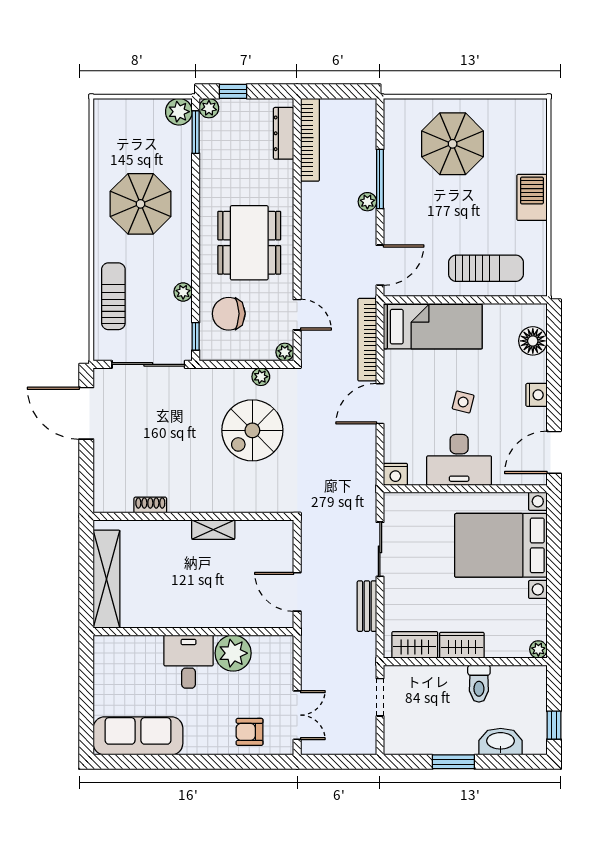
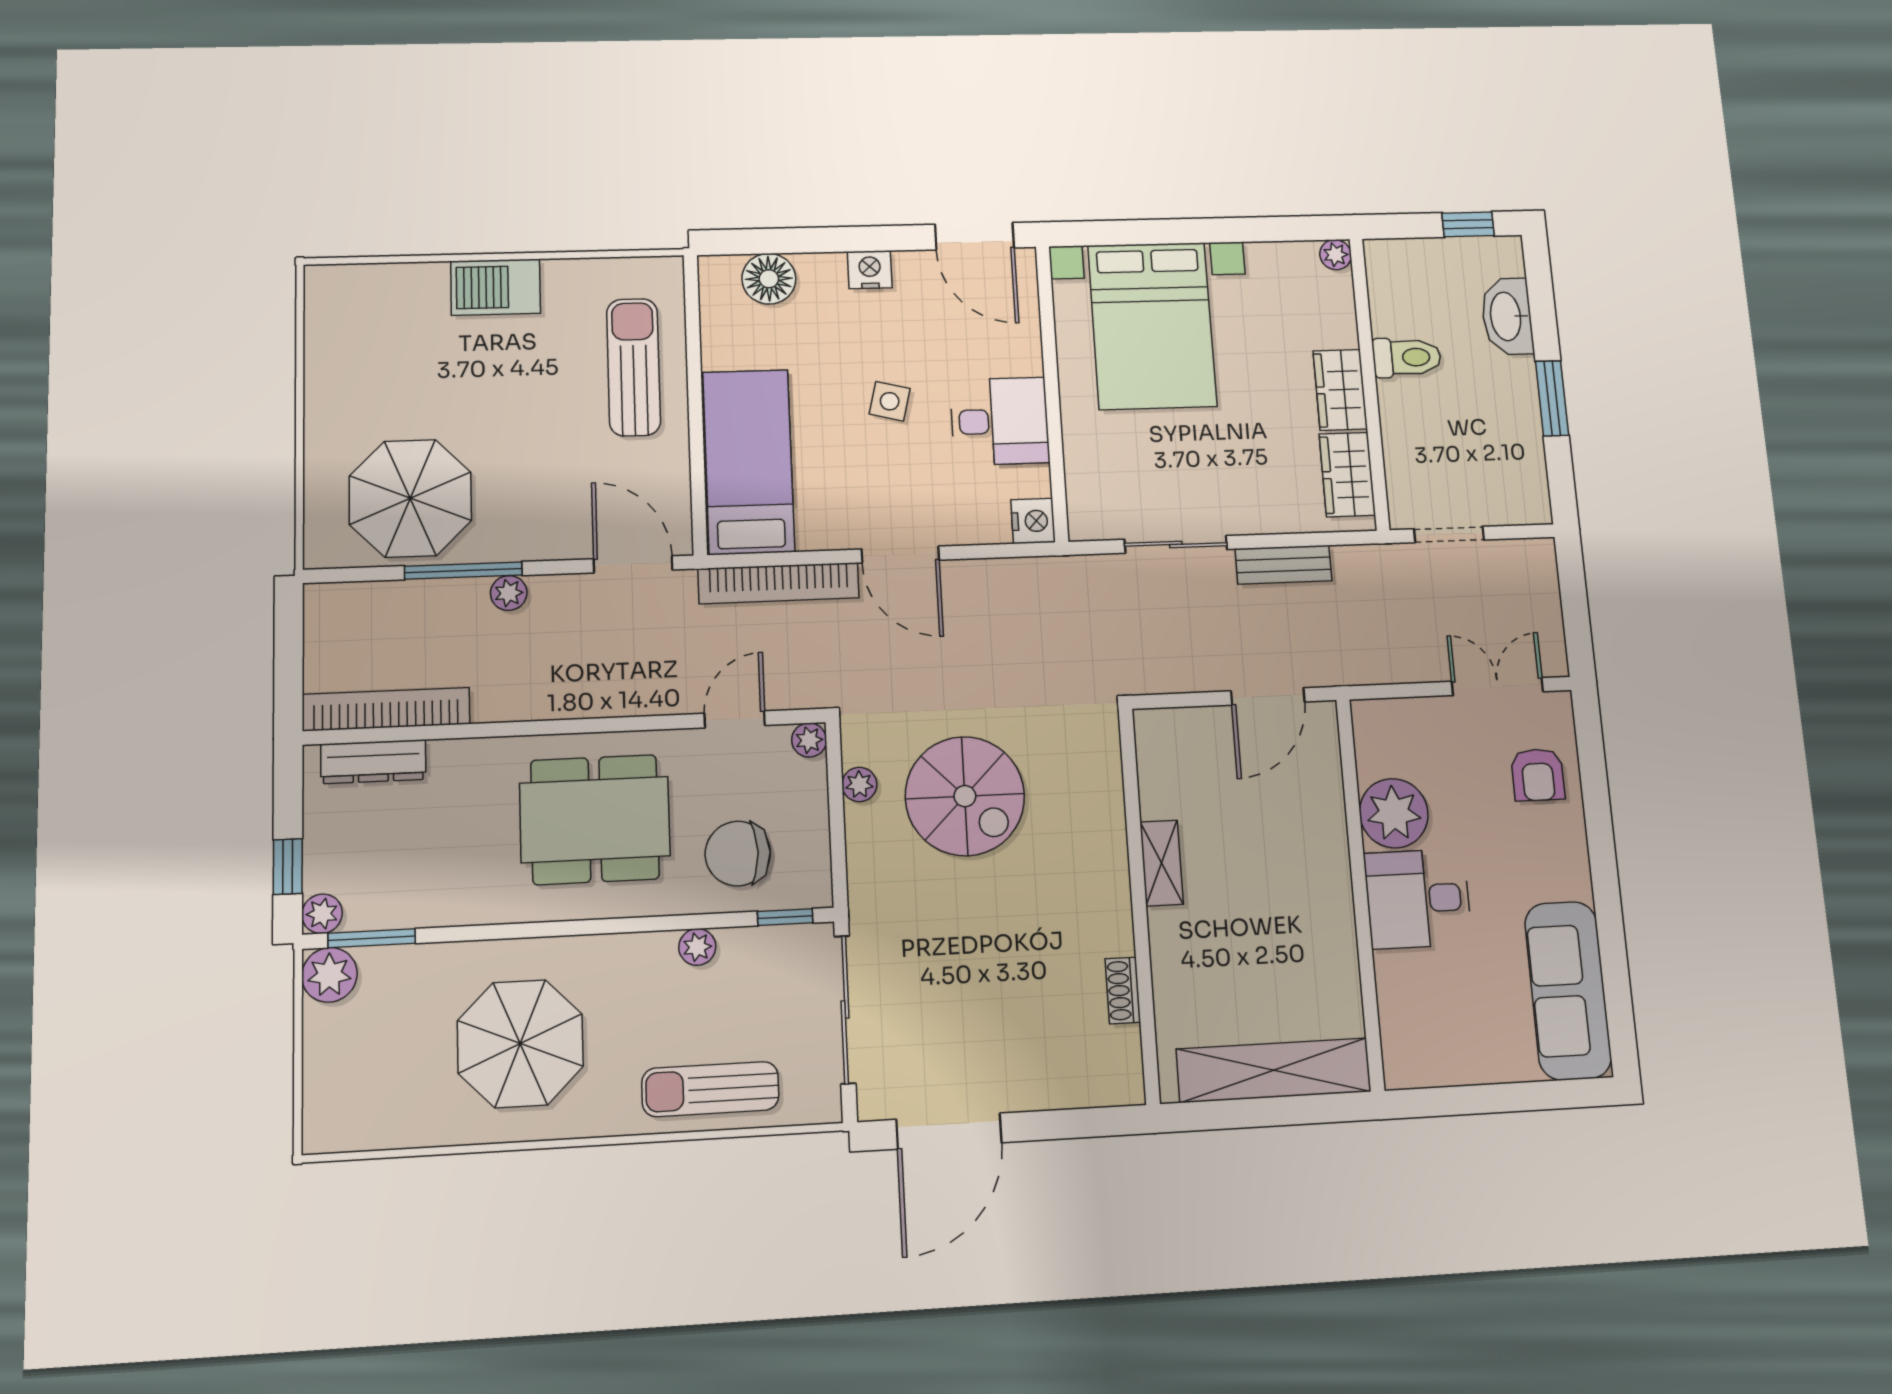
parasol: (453, 144) -> (410, 498), moved
chair: (229, 314) -> (738, 854), turned 90
desk: (459, 460) -> (1000, 421), width x0.73

